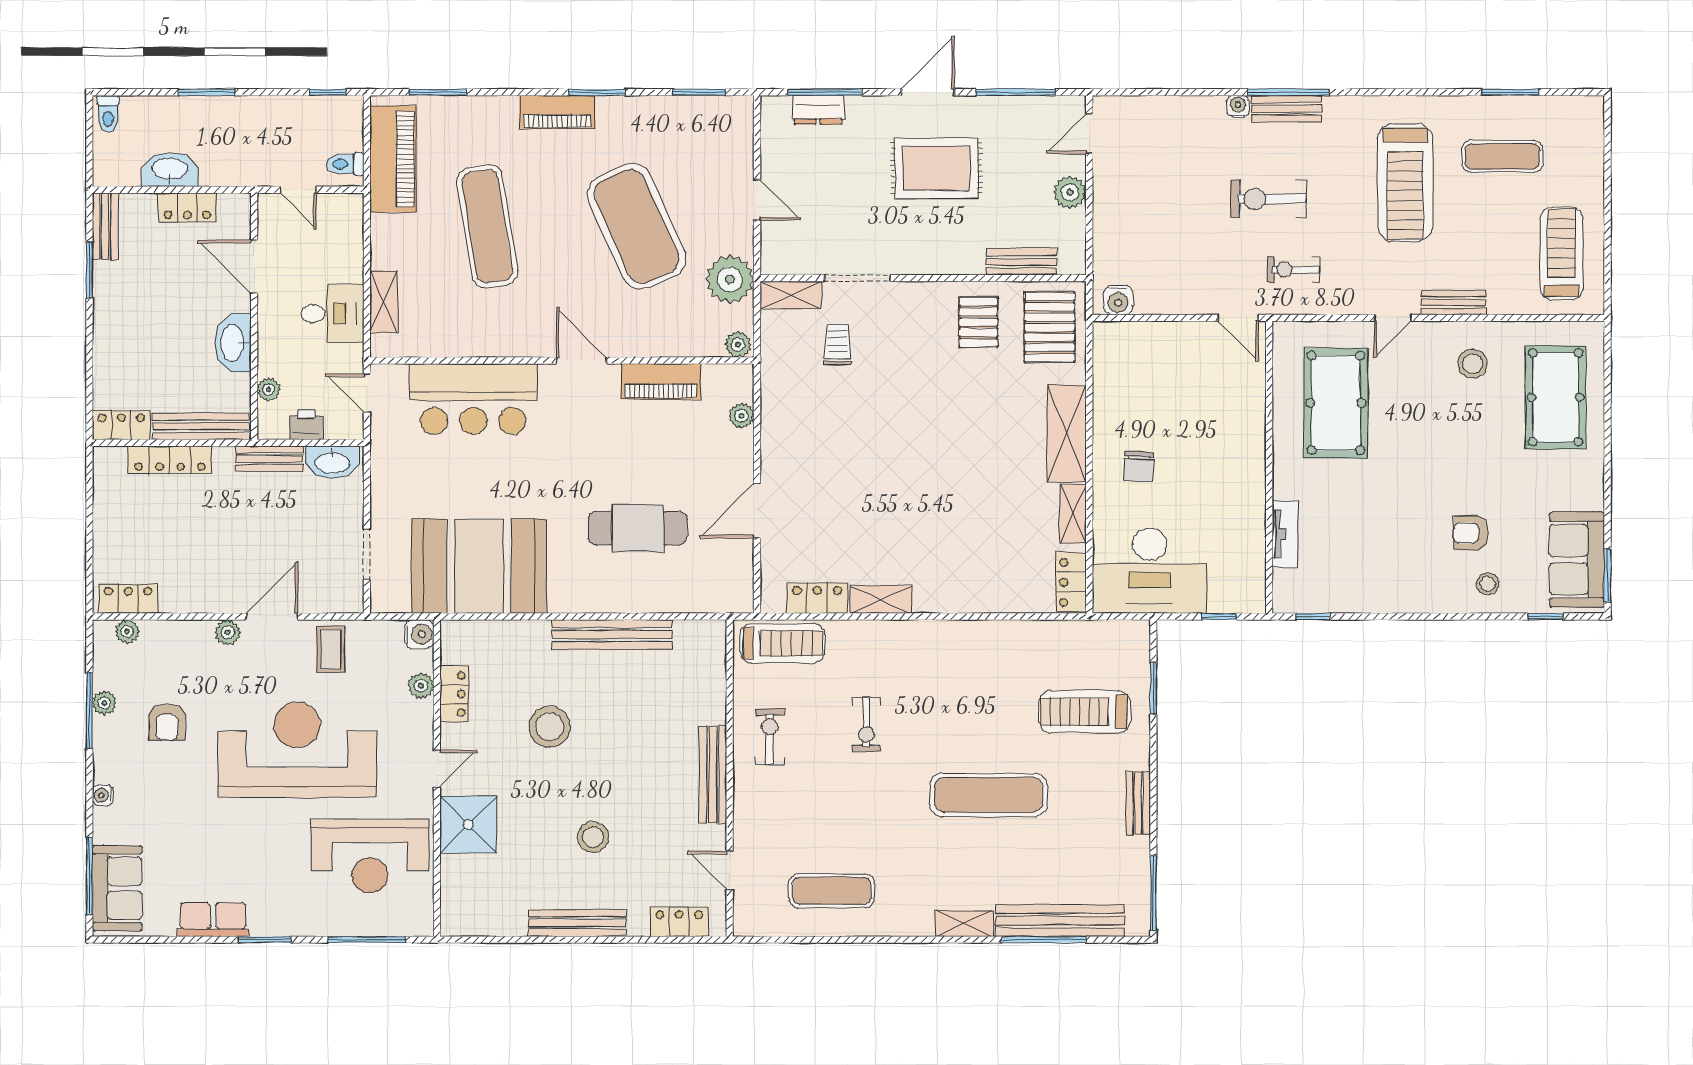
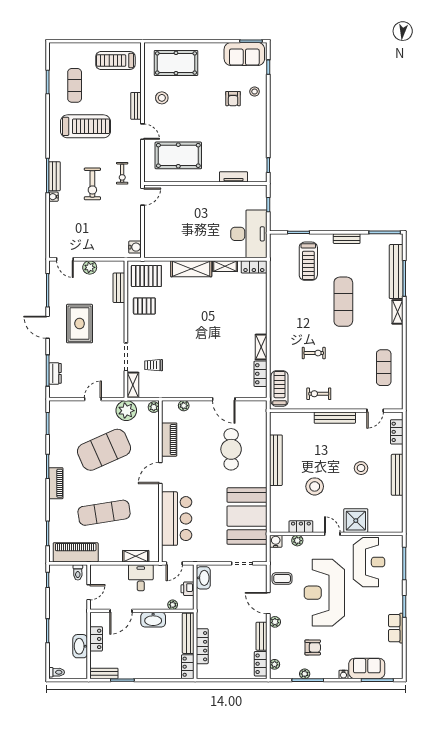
bench: (269, 459) -> (262, 636), moved
chair: (1139, 467) -> (205, 238), removed
sofa: (117, 888) -> (367, 668), moved

